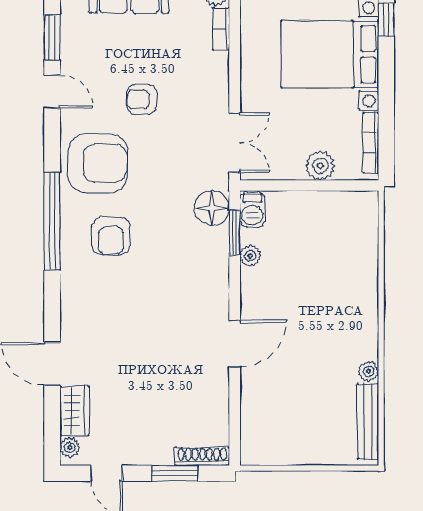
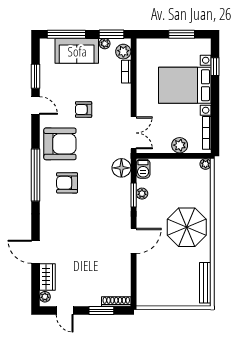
window: (235, 233) -> (134, 195), moved
armchair: (111, 236) -> (67, 183), turned 90
parasol: (333, 318) -> (187, 227), added
plant: (368, 371) -> (206, 164), moved

